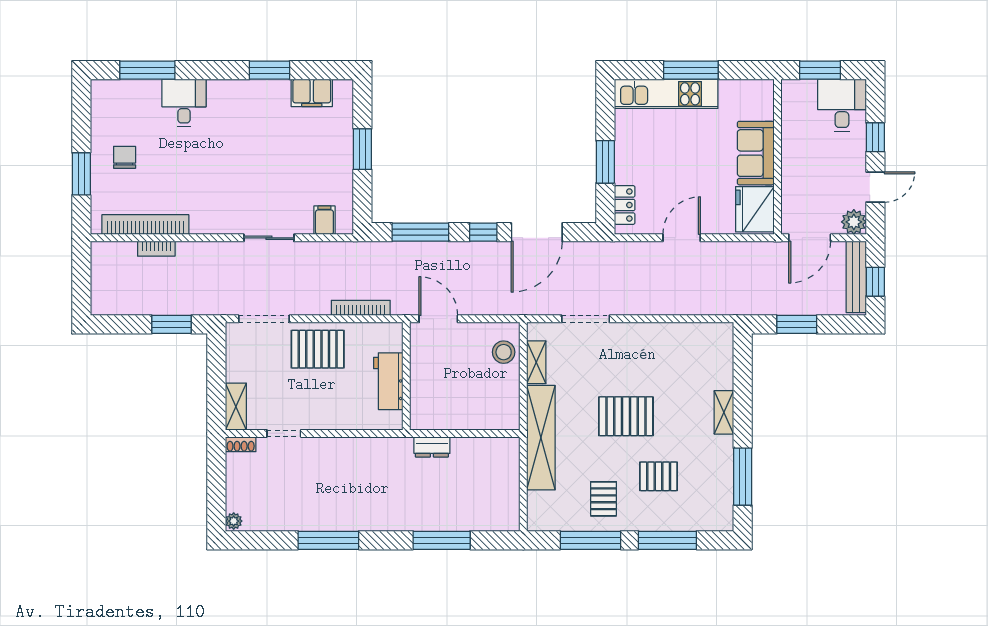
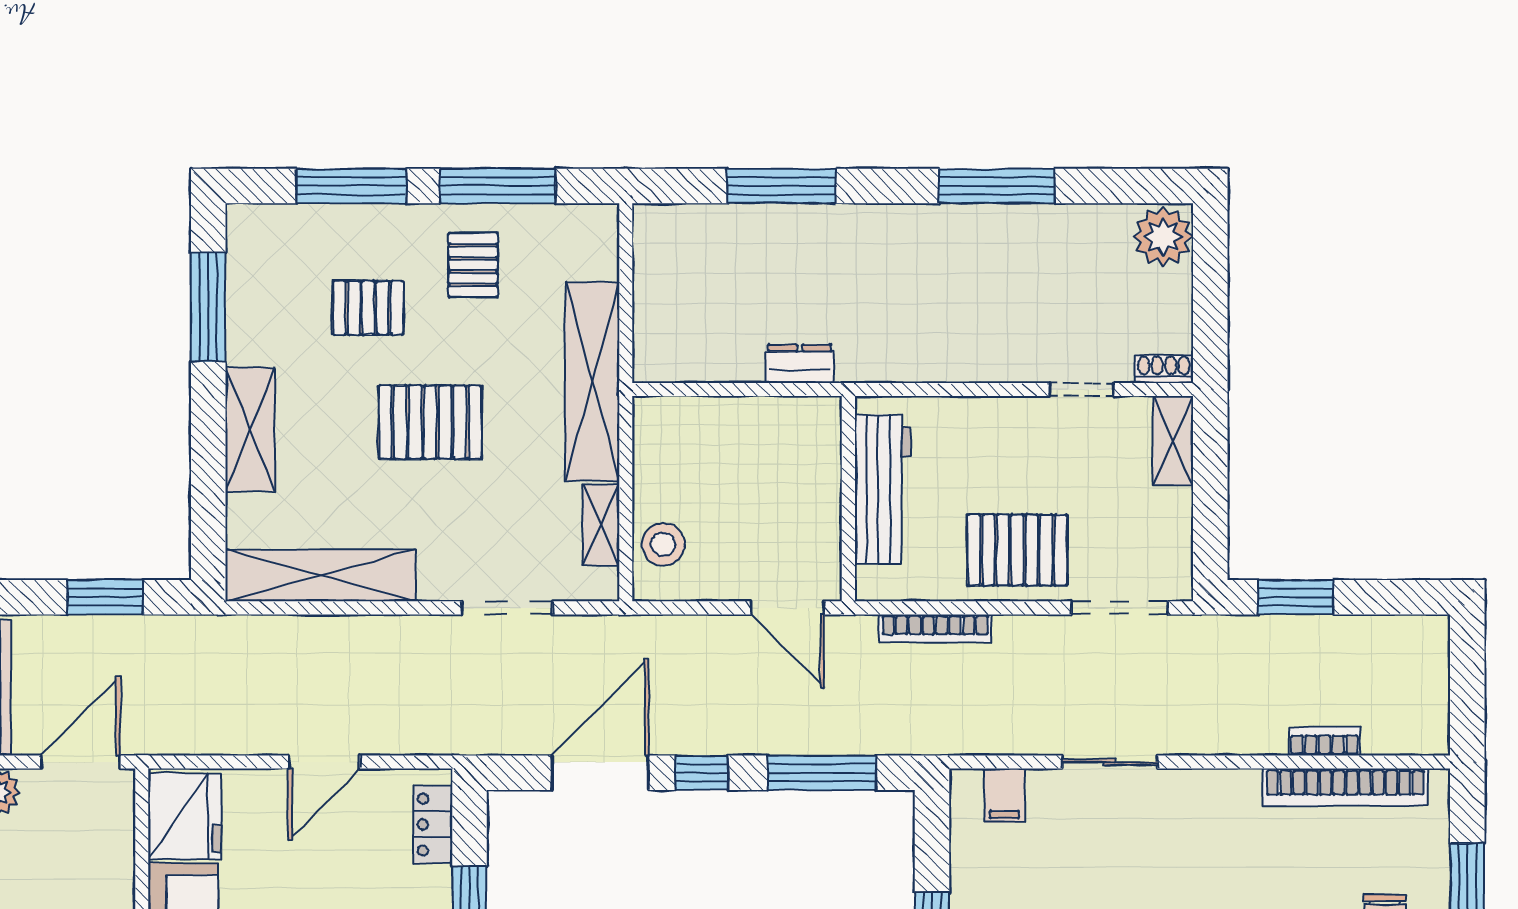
shelving: (684, 336) -> (321, 575), added
workbench: (388, 381) -> (883, 489), width x1.38
shelving: (724, 412) -> (250, 430), width x1.50, depth x1.33
plant: (234, 521) -> (1163, 237), width x1.88, depth x1.88

